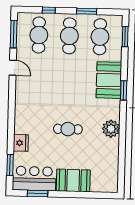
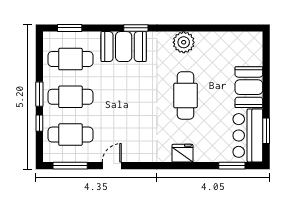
window: (87, 11) -> (39, 94), moved
cafe table: (68, 129) -> (186, 95), width x1.37, depth x1.35
fridge: (21, 143) -> (182, 153), moved

